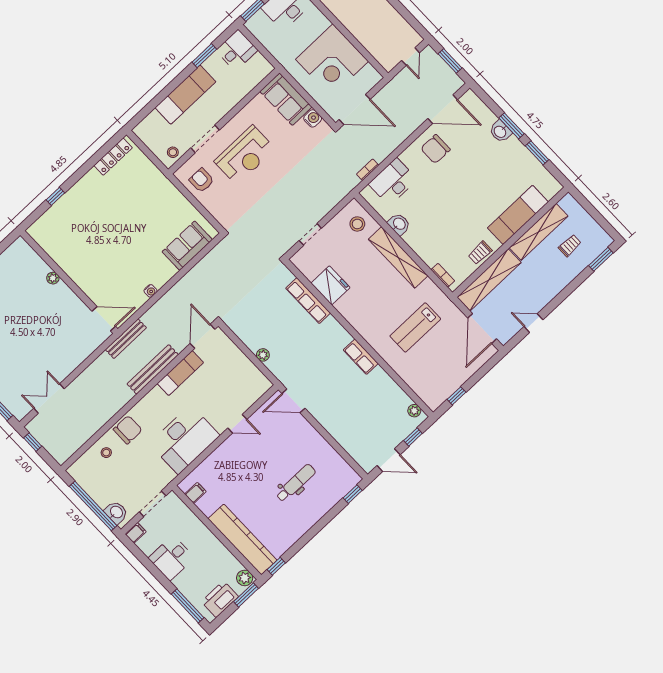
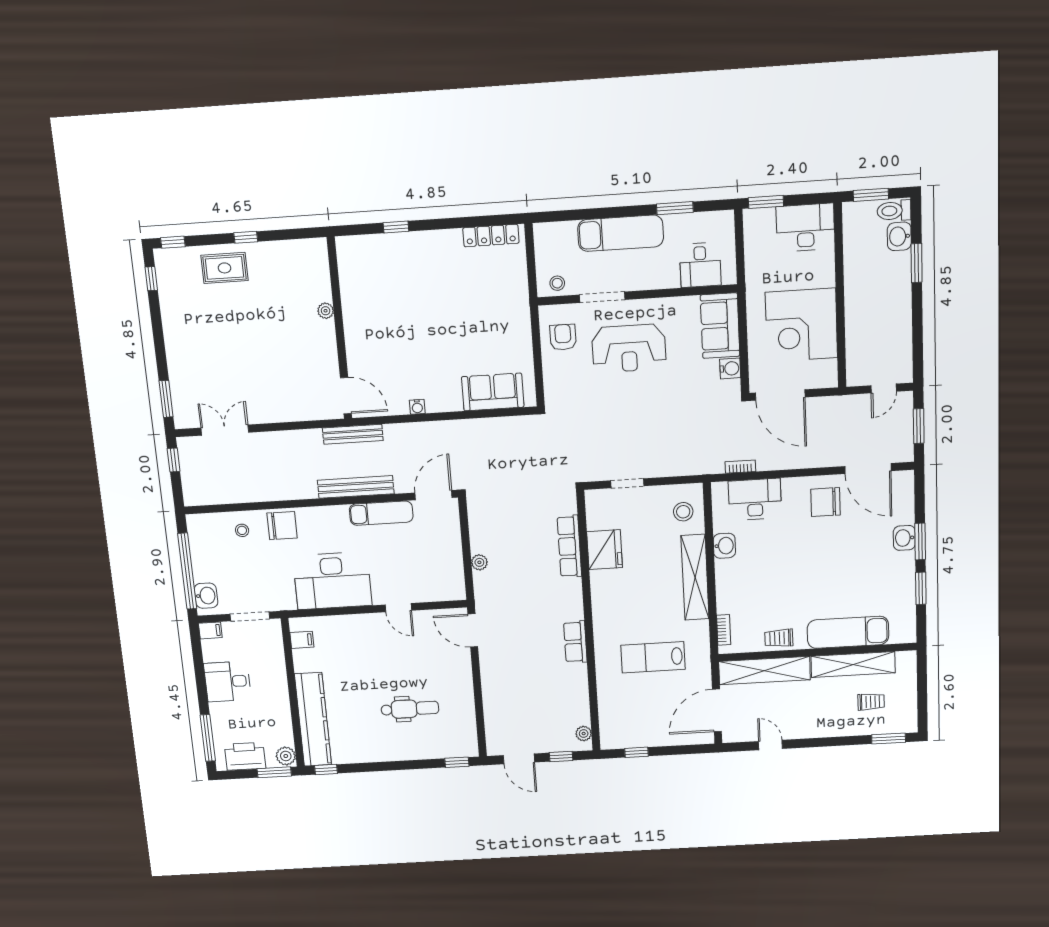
desk: (237, 50) -> (700, 265), moved, turned 90

